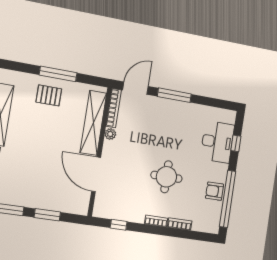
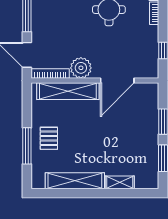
window: (58, 74) -> (27, 146), moved
plant: (110, 134) -> (81, 68), width x1.88, depth x1.88

